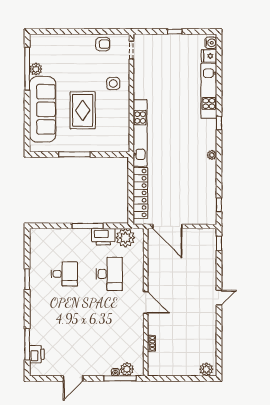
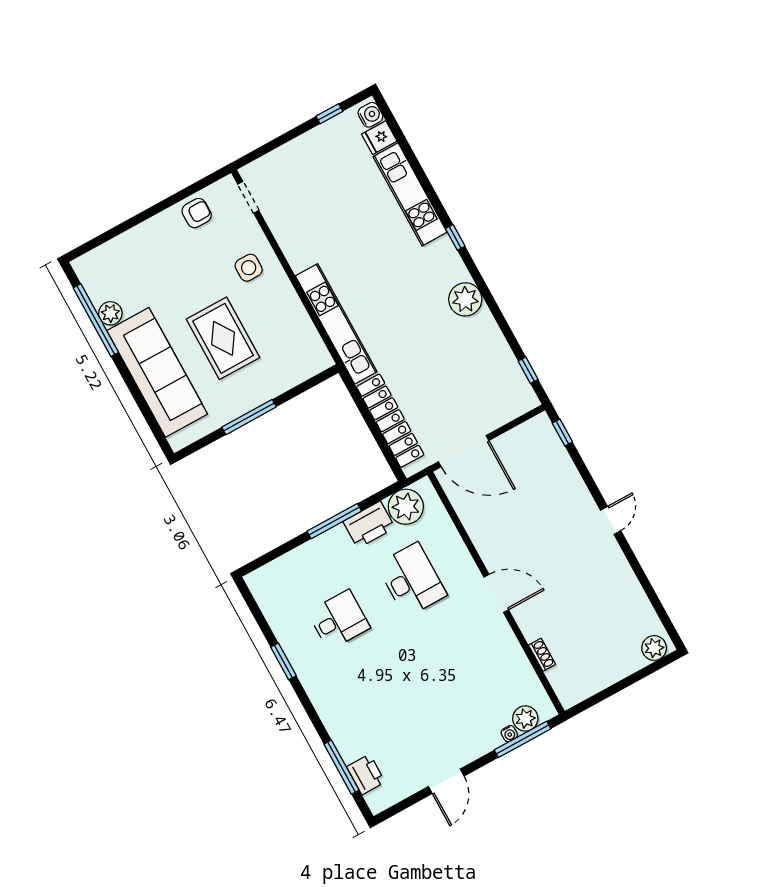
window: (175, 32) -> (329, 114), moved
plant: (212, 155) -> (465, 299), width x1.87, depth x1.87

